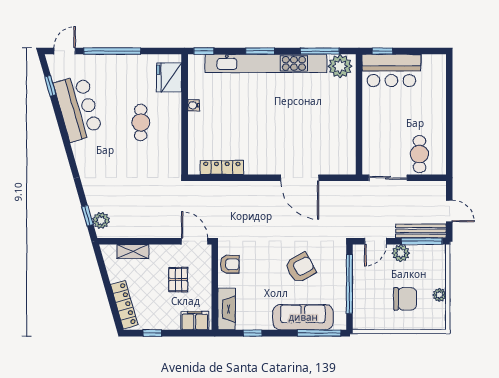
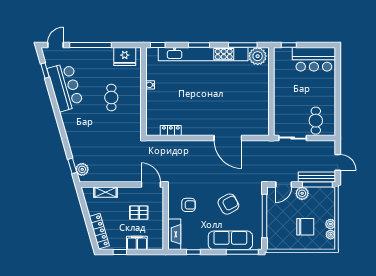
bar counter: (391, 70) -> (314, 59), moved
fridge: (169, 77) -> (125, 56), moved, turned -90
locker: (222, 167) -> (171, 130), width x0.66
armchair: (230, 264) -> (189, 205), moved
pallet: (178, 279) -> (139, 213), turned 90
plant: (440, 309) -> (331, 235), added
filing cabinet: (195, 321) -> (137, 243), moved

